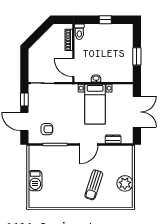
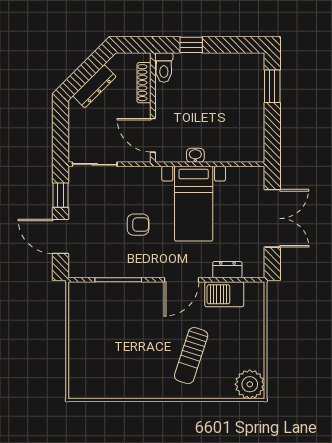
window: (105, 20) -> (191, 45), moved
dresser: (42, 42) -> (94, 86), added
window: (137, 56) -> (272, 86), moved
armchair: (47, 129) -> (138, 225), moved
barbecue: (35, 181) -> (224, 294), moved, turned 90
plant: (125, 183) -> (250, 384), moved

